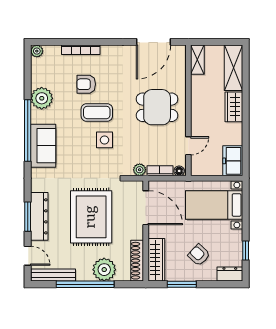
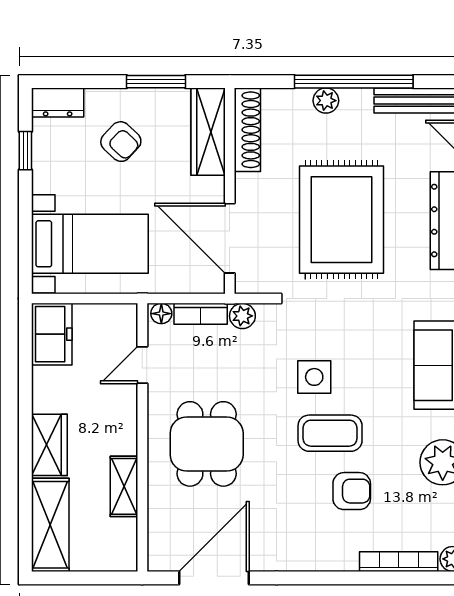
bookcase: (81, 50) -> (399, 562), moved
shelving: (197, 60) -> (124, 486), moved
dining table: (157, 107) -> (207, 444), turned 90
plant: (104, 270) -> (326, 101), width x0.53, depth x0.53

